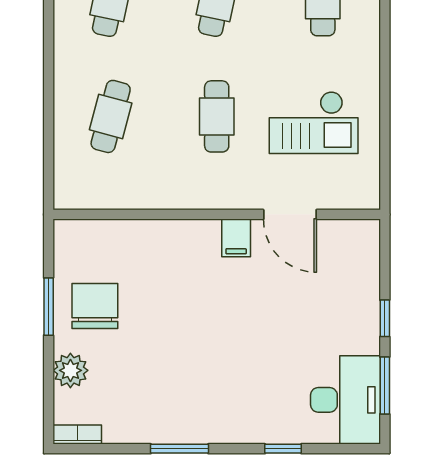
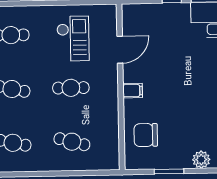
filing cabinet: (236, 238) -> (133, 91), moved
chair: (95, 306) -> (146, 135), moved

